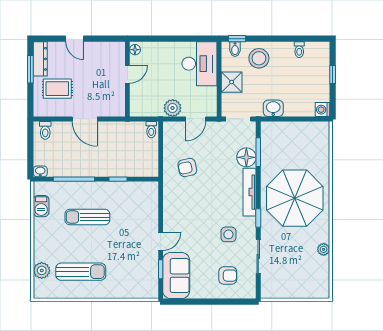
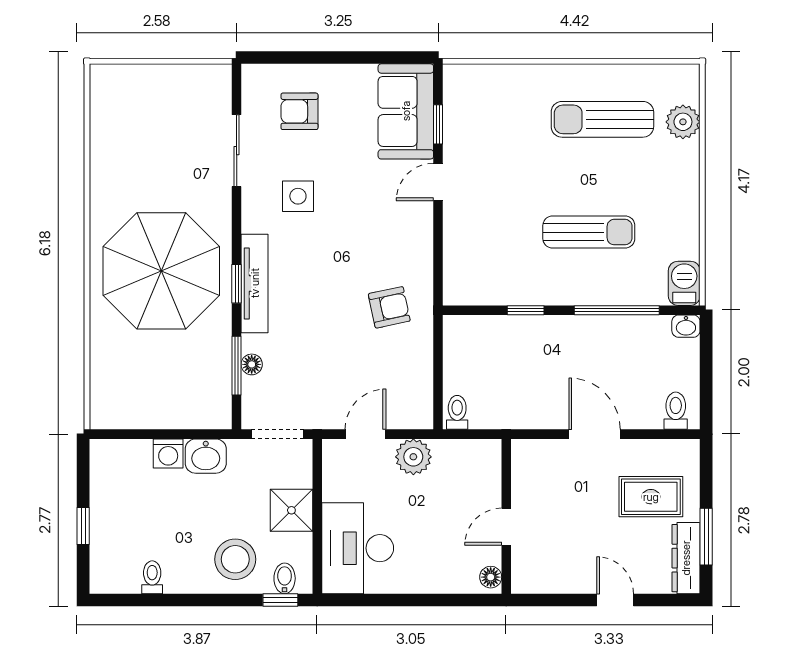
washing machine: (323, 110) -> (168, 453), moved, turned 90
floor lamp: (246, 157) -> (252, 364), width x0.53, depth x0.53
armchair: (187, 168) -> (389, 307), moved
barbecue: (41, 206) -> (684, 283), moved
window: (258, 218) -> (237, 284), moved
plant: (324, 249) -> (102, 165), removed

